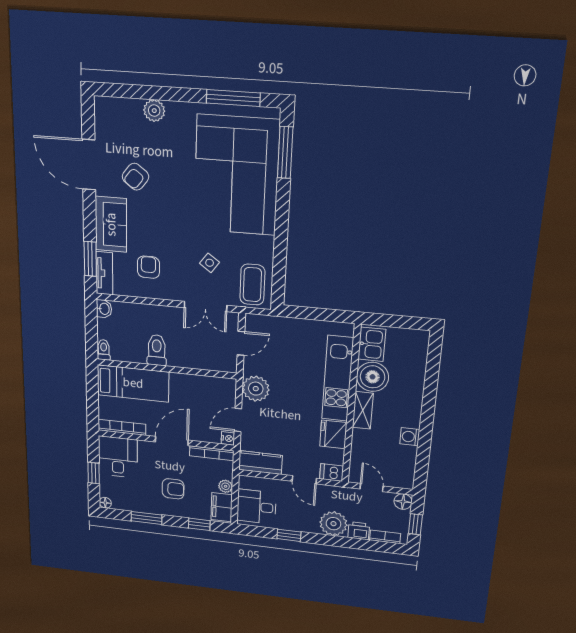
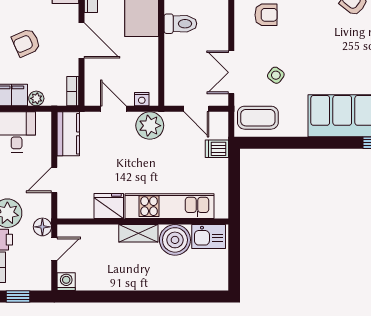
washing machine: (410, 437) -> (66, 282), moved
nightstand: (228, 438) -> (142, 99), moved
bookcase: (212, 453) -> (73, 91), width x0.64
dishwasher: (331, 472) -> (217, 149), moved, turned -90
armchair: (173, 489) -> (26, 43), turned 66
floor lamp: (403, 502) -> (42, 227), moved

